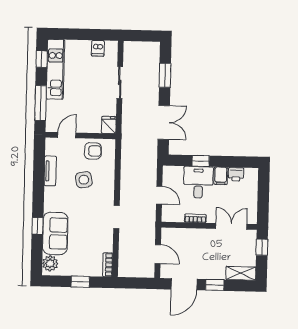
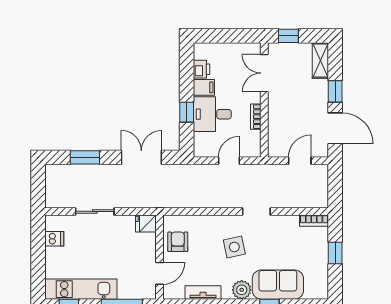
door: (67, 135) -> (160, 273), swing flipped
side table: (84, 180) -> (234, 247), moved
plant: (50, 263) -> (242, 290), moved

